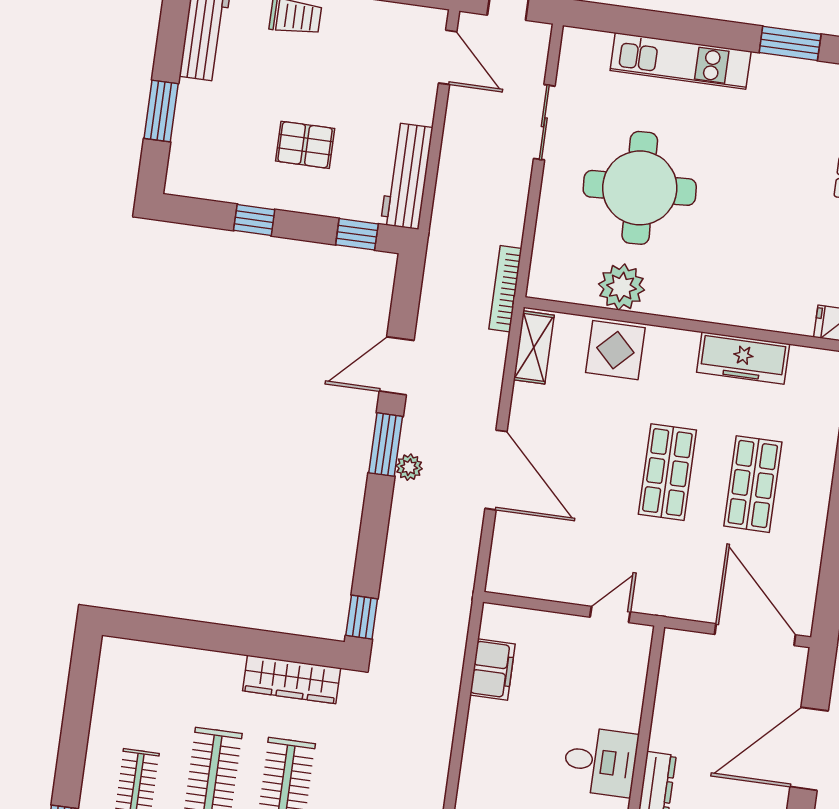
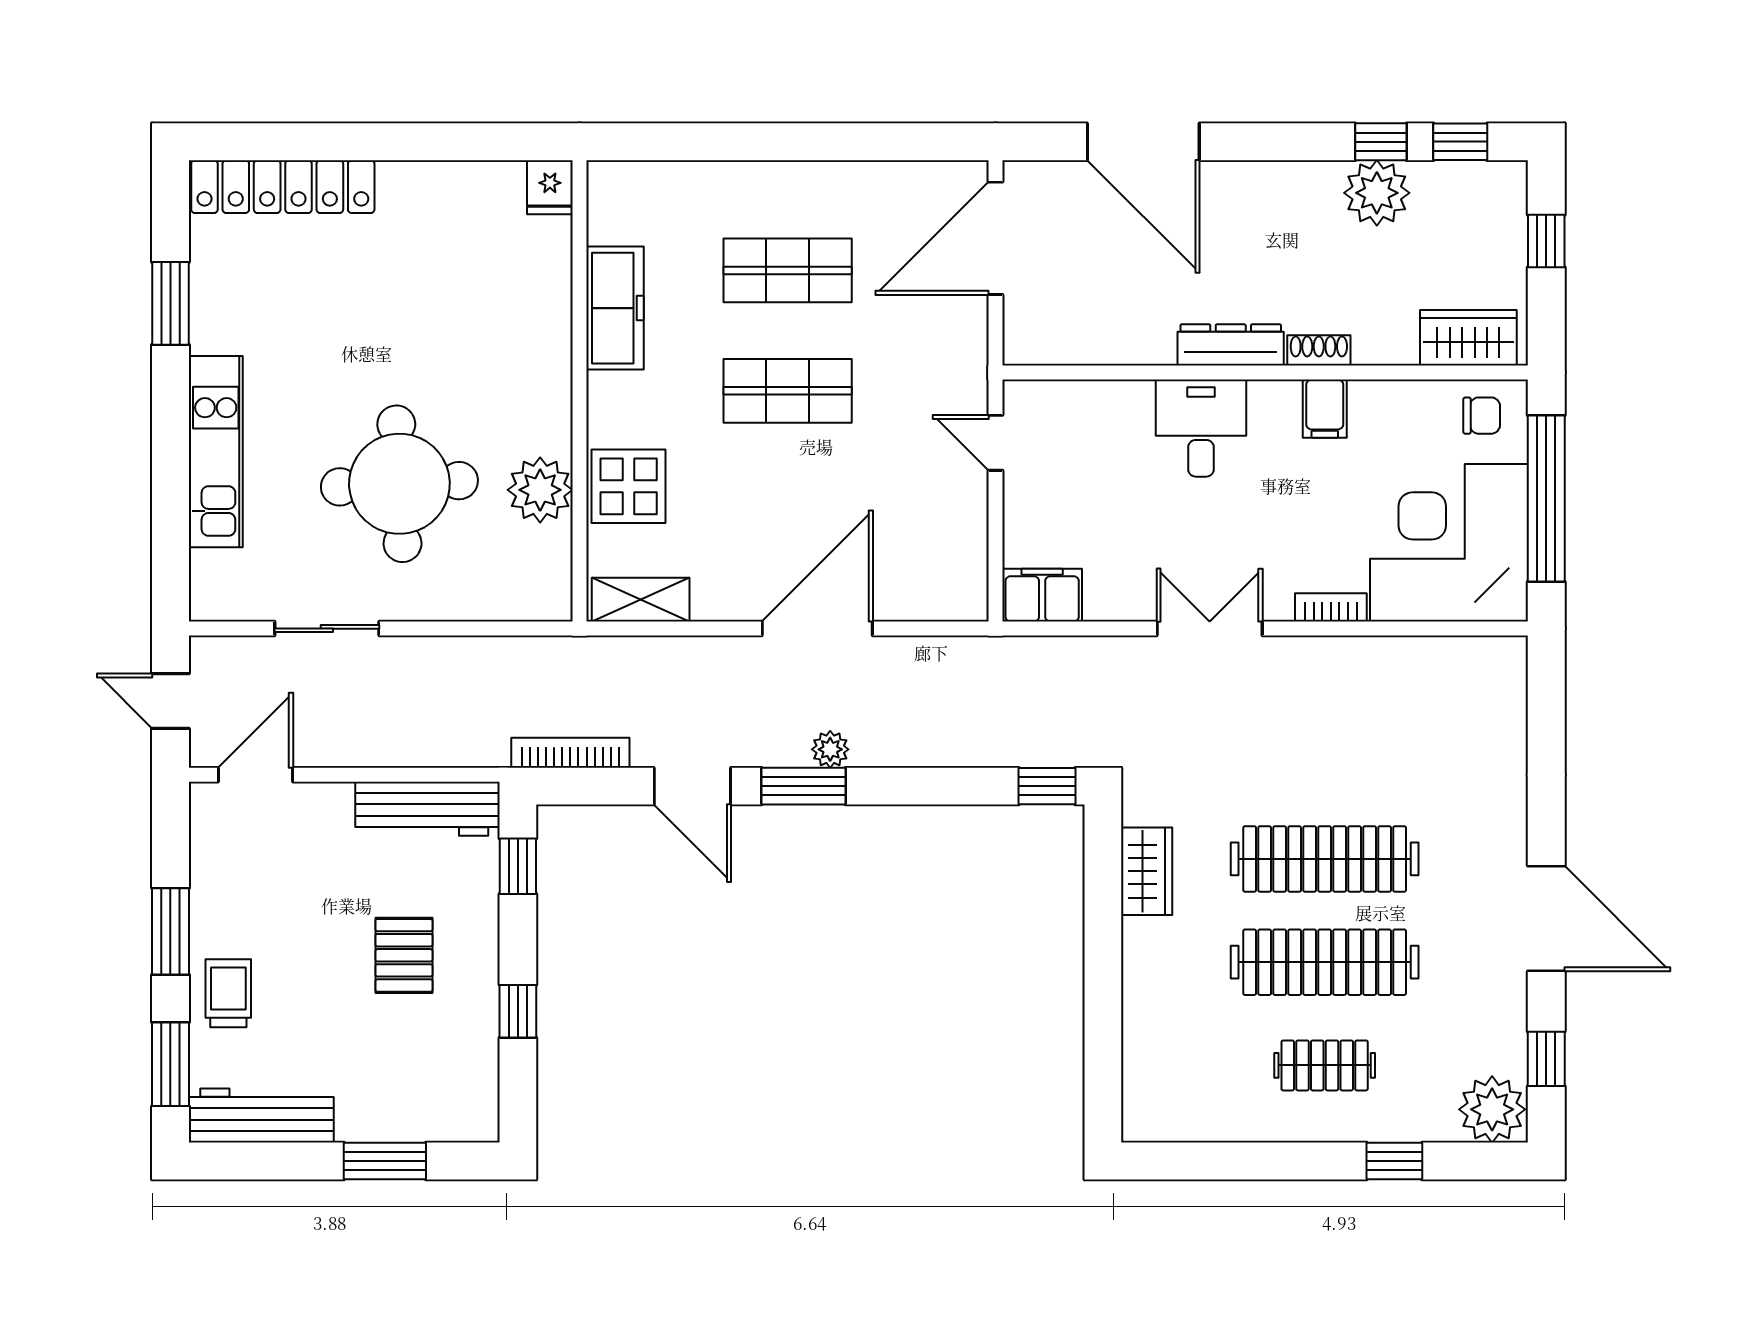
bookcase: (505, 289) -> (570, 753), moved, turned 180
filing cabinet: (492, 670) -> (1042, 595), moved
wardrobe: (292, 679) -> (1147, 871), width x0.67
double door: (457, 748) -> (1210, 629), added

